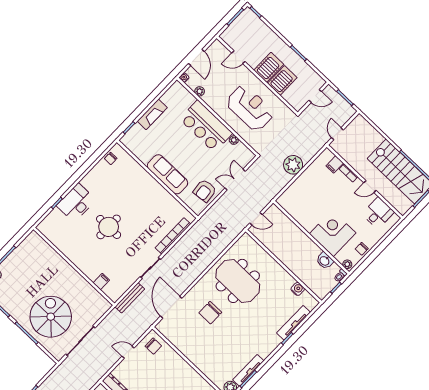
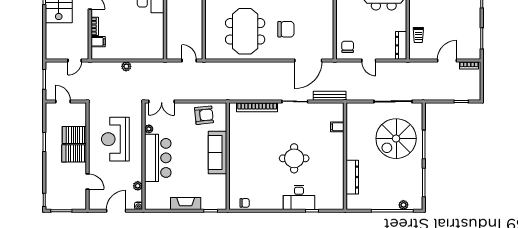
plant: (293, 165) -> (126, 66), width x0.53, depth x0.53
double door: (235, 180) -> (162, 101), moved
dresser: (53, 257) -> (352, 177), added

